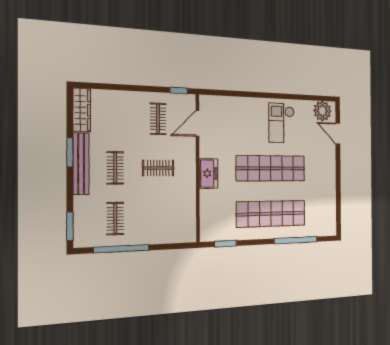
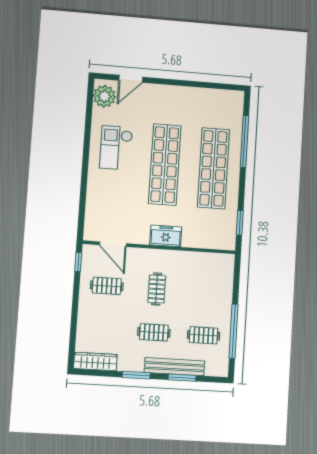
checkout: (282, 123) -> (116, 148), turned 90
bench: (81, 164) -> (175, 367), moved
window: (70, 226) -> (182, 378), moved

